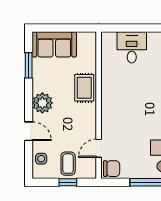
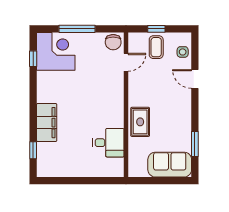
desk: (132, 47) -> (108, 143), moved, turned -90
plant: (42, 103) -> (181, 107), removed
chair: (112, 169) -> (113, 42), turned -90

